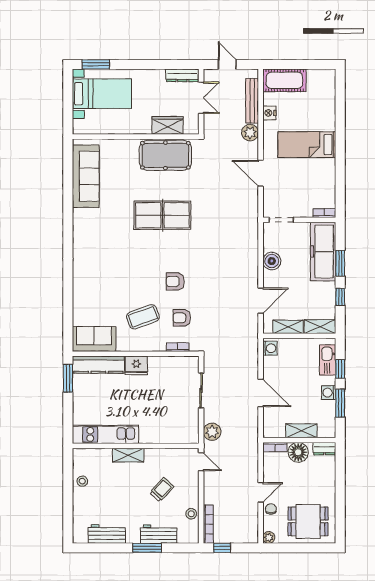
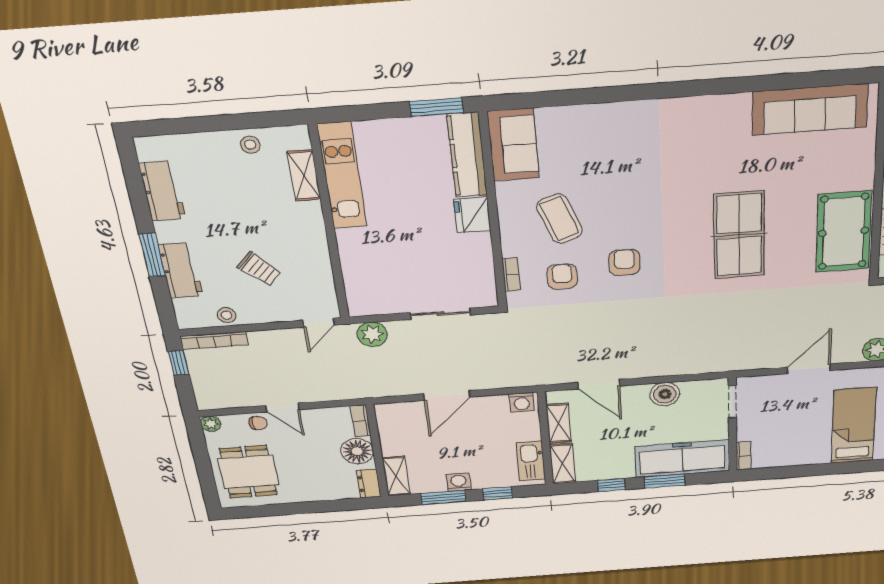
kitchen sink: (328, 360) -> (531, 461), moved, turned -90
shelving: (301, 431) -> (396, 476), moved
shelving: (128, 455) -> (304, 175), moved

